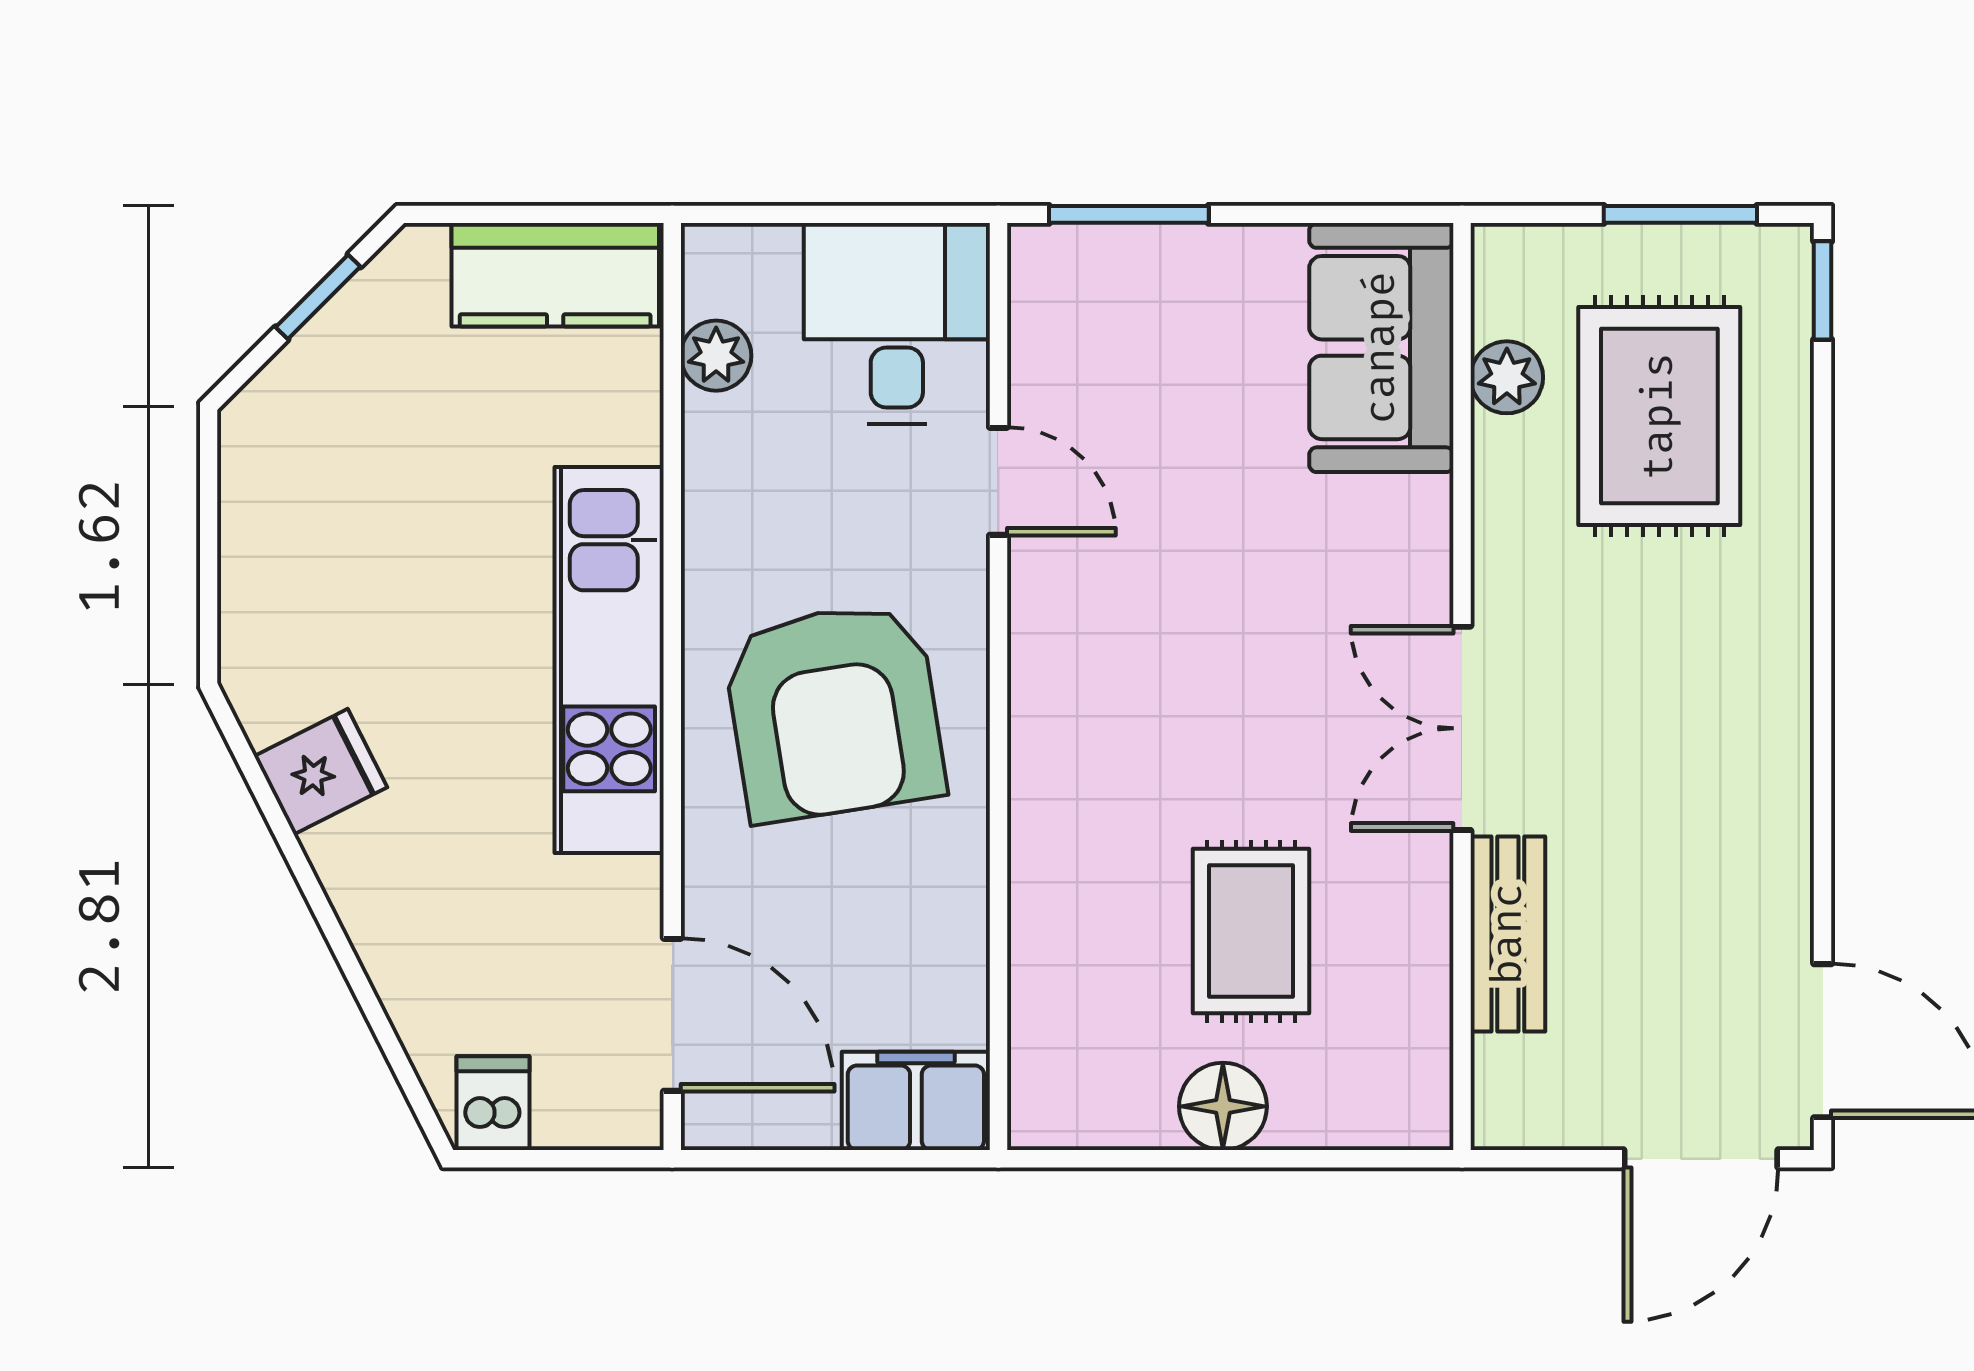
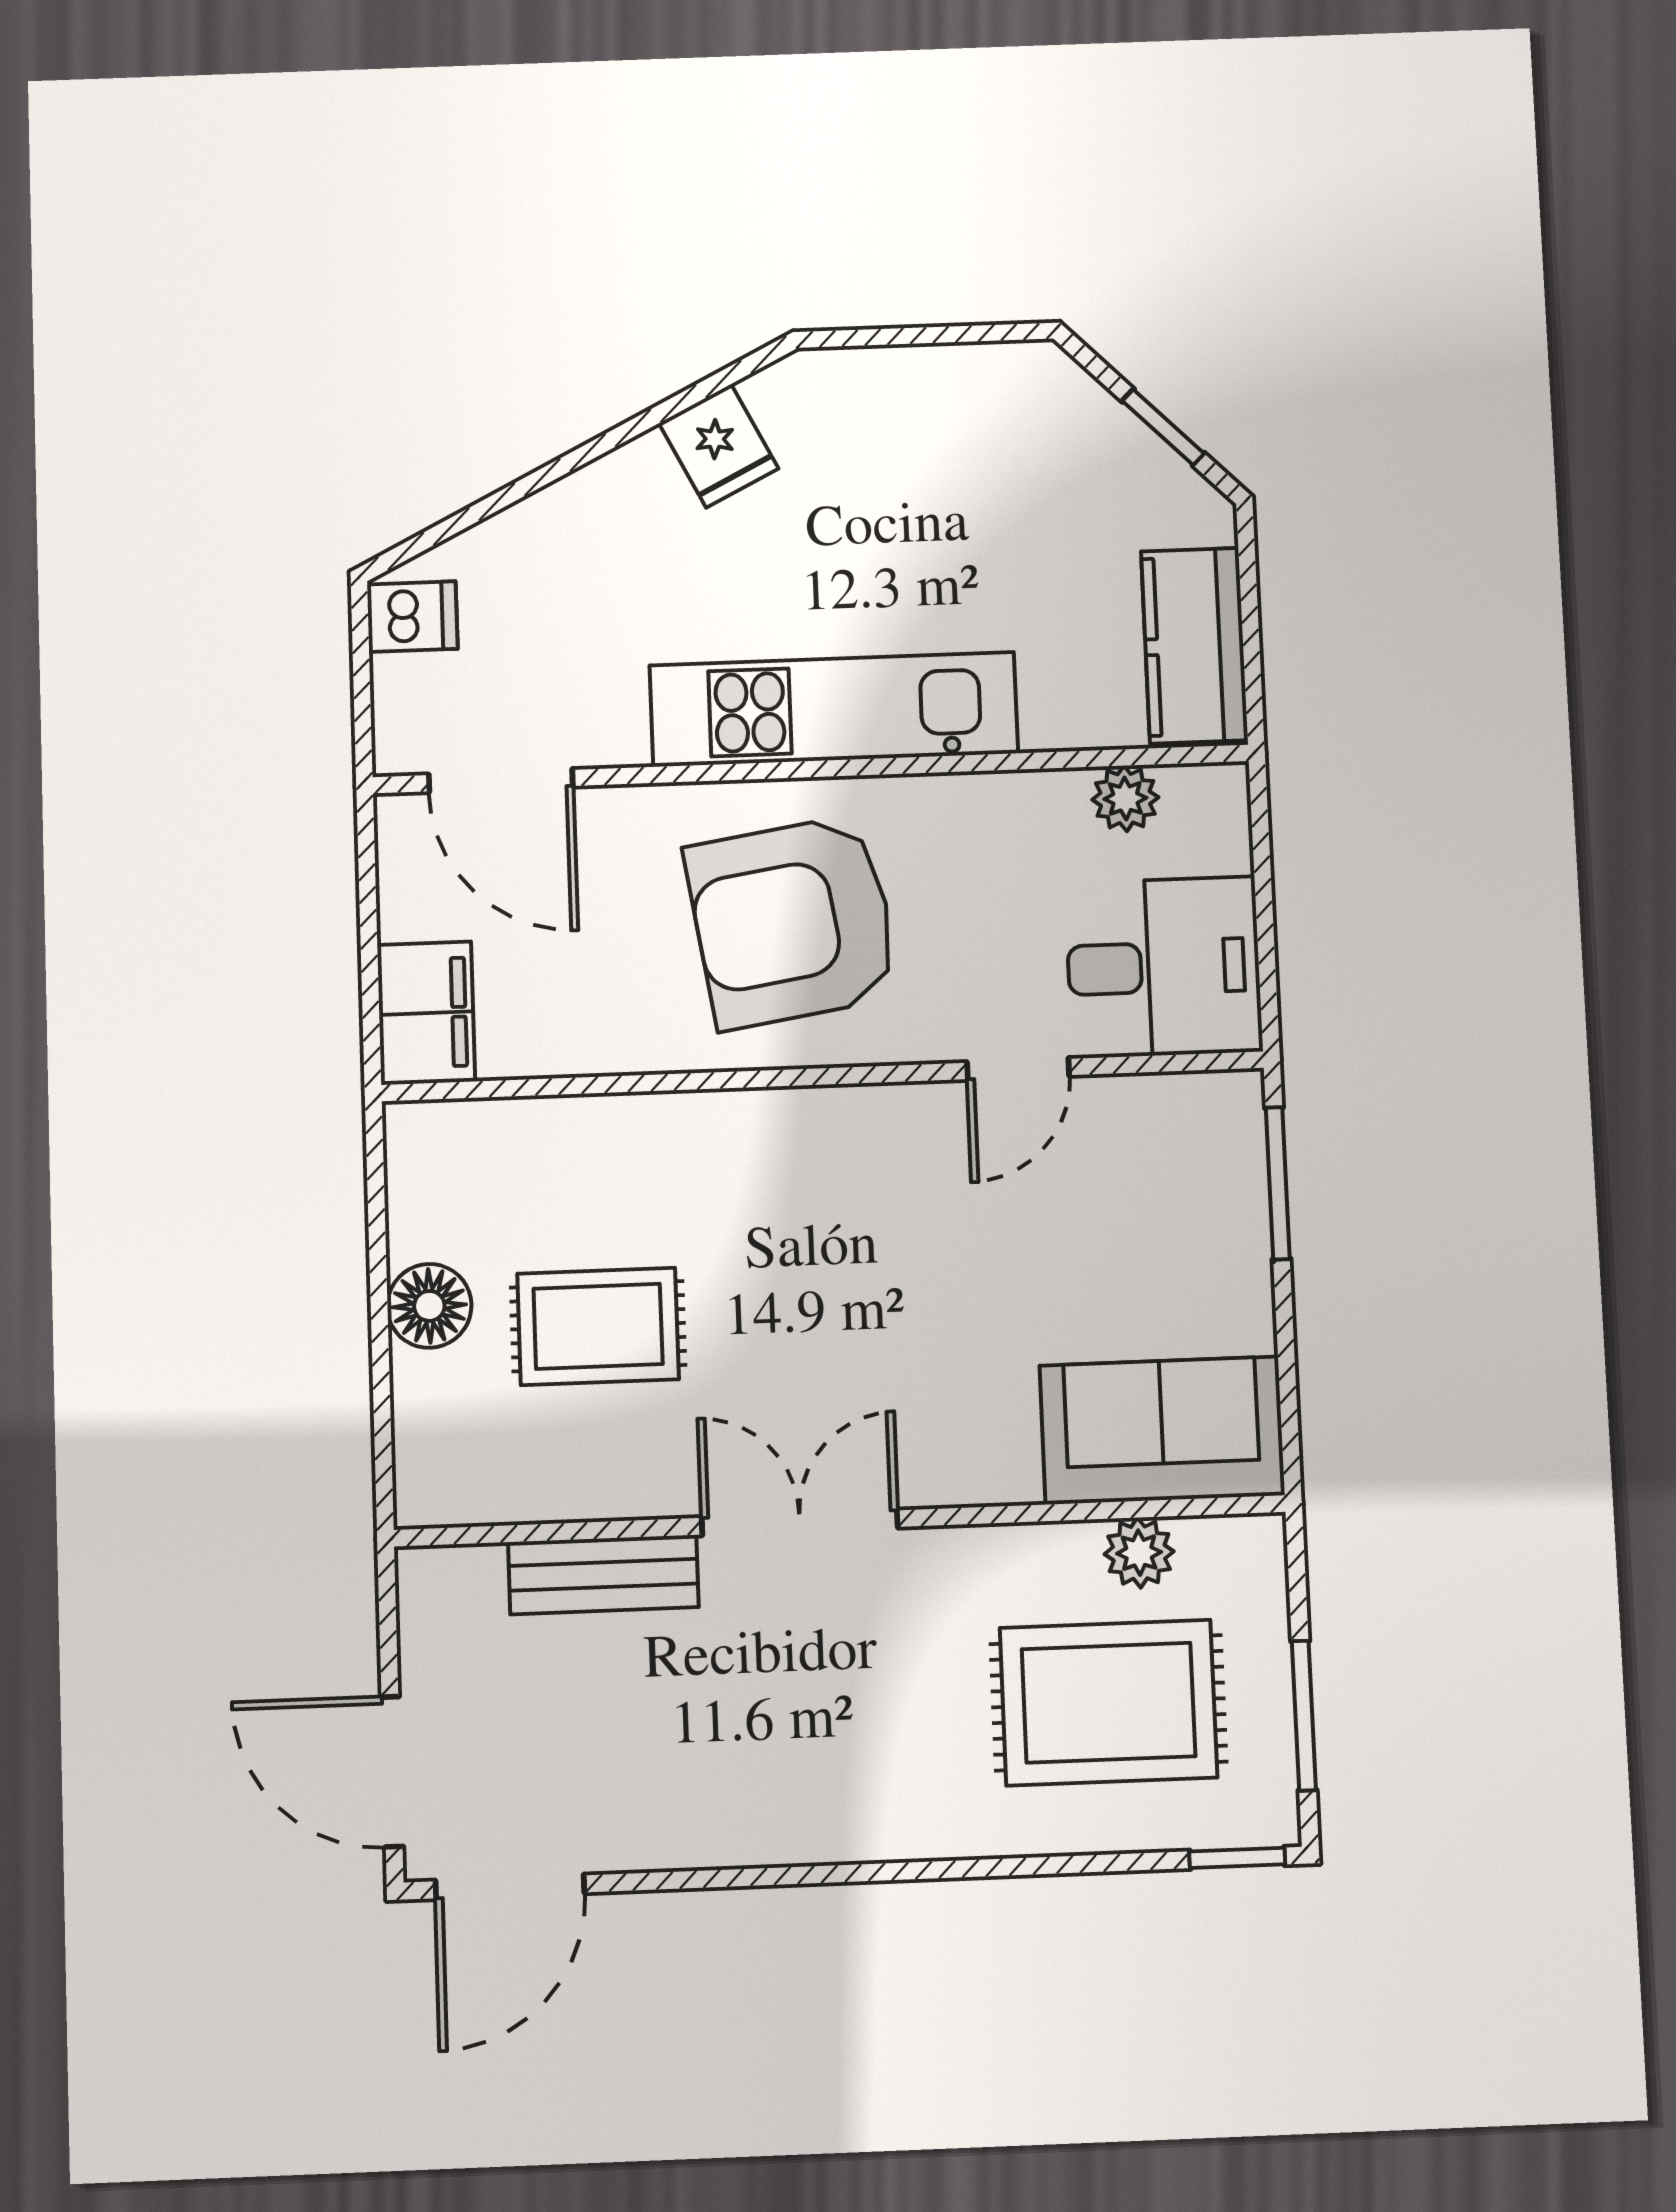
door: (672, 1015) -> (501, 781), hinge flipped

